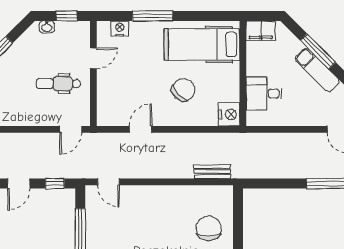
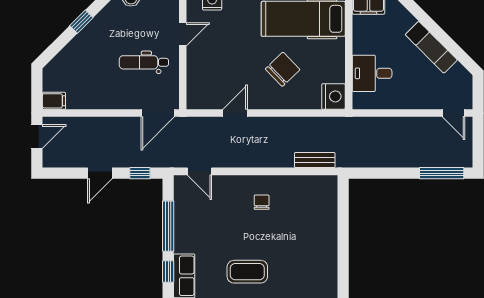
window: (318, 51) -> (432, 27), removed
door: (71, 129) -> (158, 113), width x1.38
chair: (209, 228) -> (262, 202), moved, width x0.54, depth x0.54

